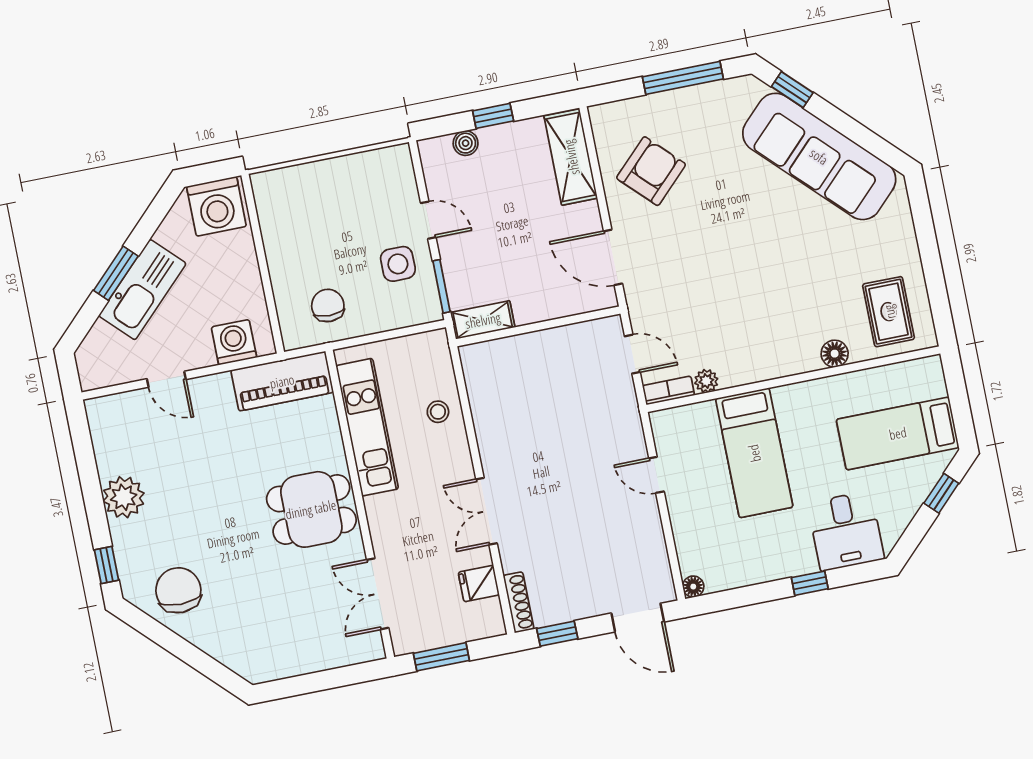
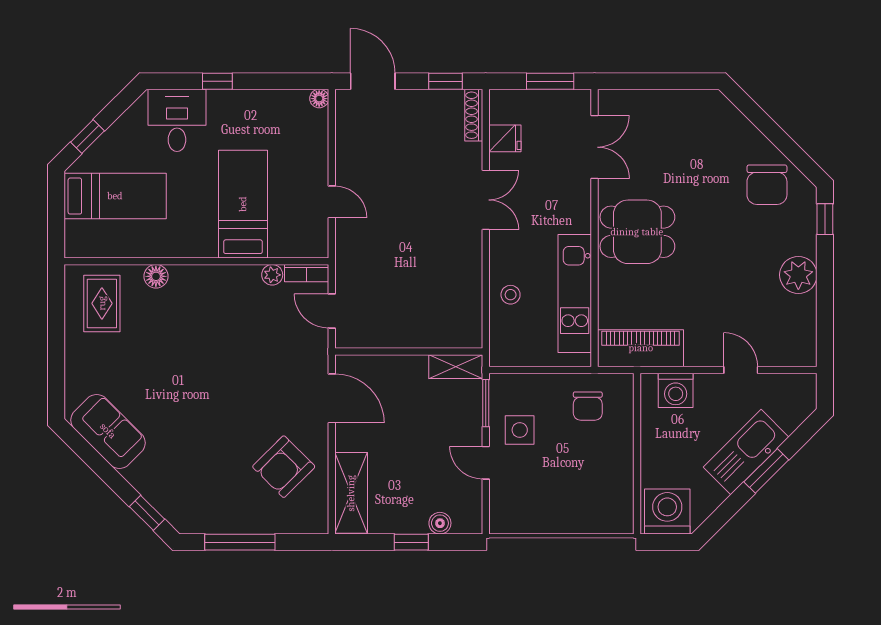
sofa: (819, 156) -> (108, 431), width x0.54, depth x0.79

